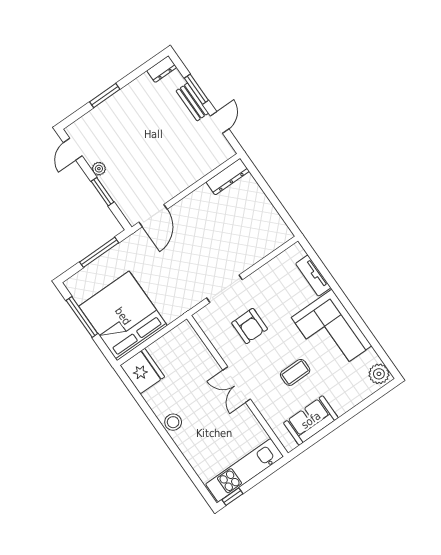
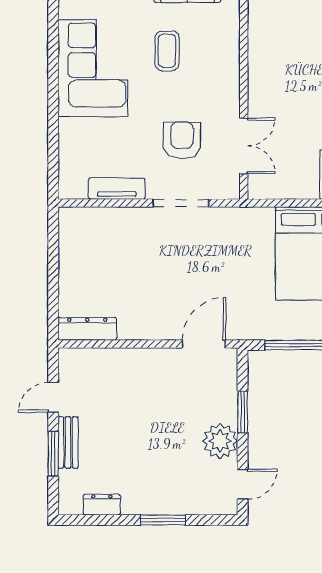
dresser: (162, 69) -> (102, 505), moved
plant: (99, 169) -> (220, 441), width x1.87, depth x1.87
tv unit: (313, 276) -> (117, 189), moved, turned -90
coffee table: (295, 372) -> (167, 51), turned 90
double door: (237, 385) -> (244, 146), moved

